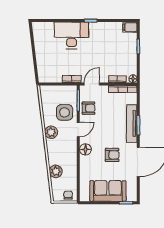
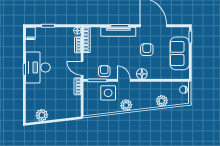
desk: (72, 35) -> (38, 67), moved
plant: (40, 40) -> (42, 115), added

